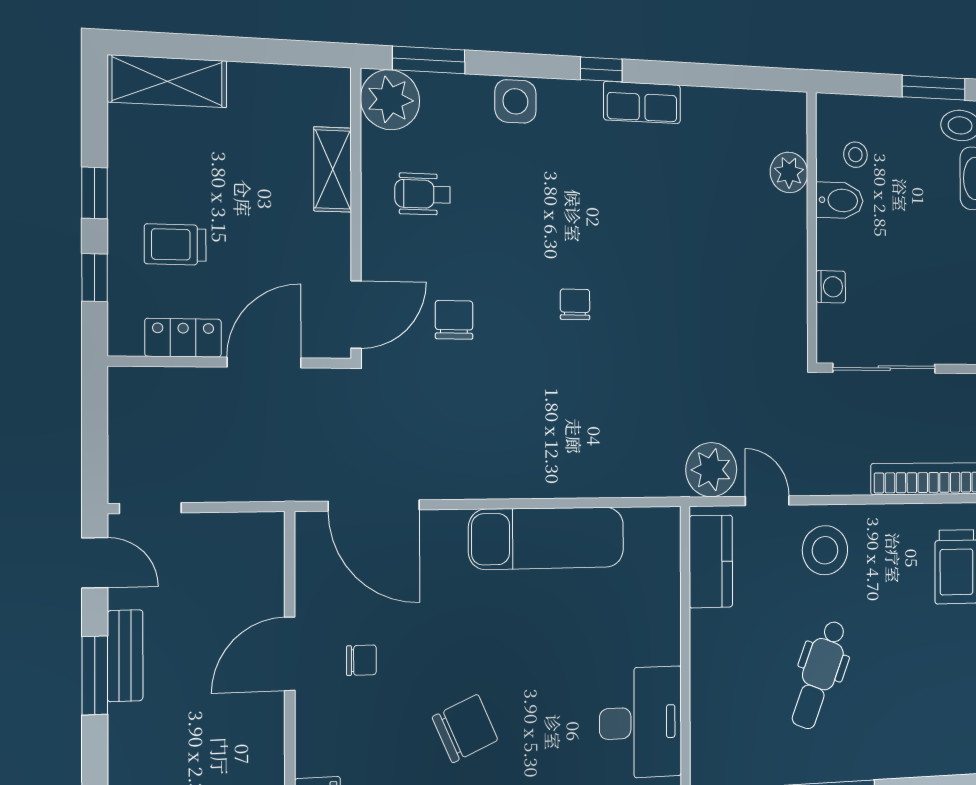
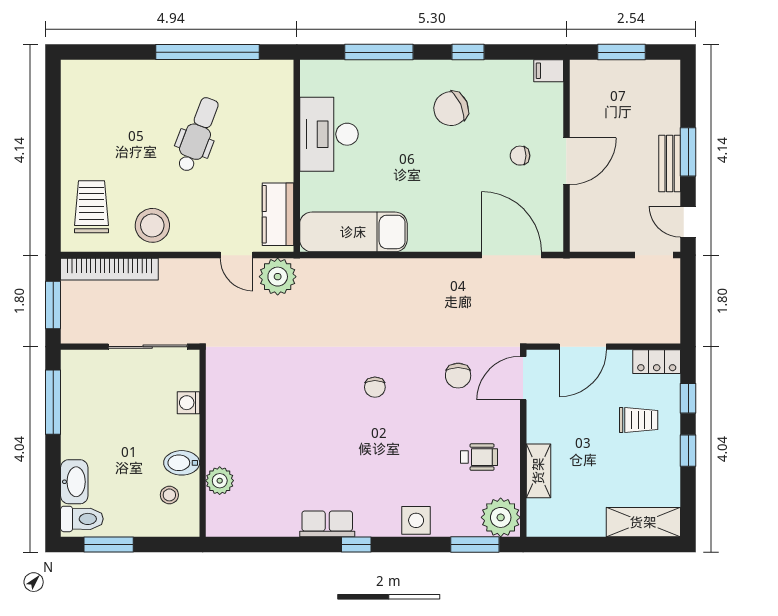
locker: (183, 338) -> (657, 362), moved
exam couch: (547, 538) -> (353, 232), moved
stool: (825, 550) -> (152, 225), moved
desk: (641, 722) -> (329, 134), moved

